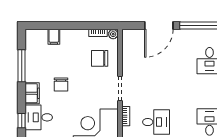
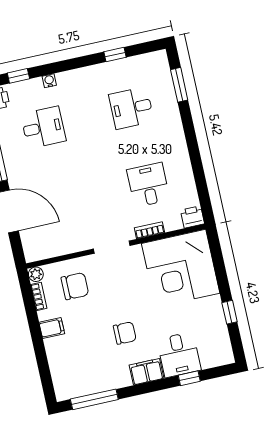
filing cabinet: (54, 37) -> (52, 328), moved
chair: (100, 58) -> (75, 286), turned -90
window: (22, 66) -> (94, 399), moved

